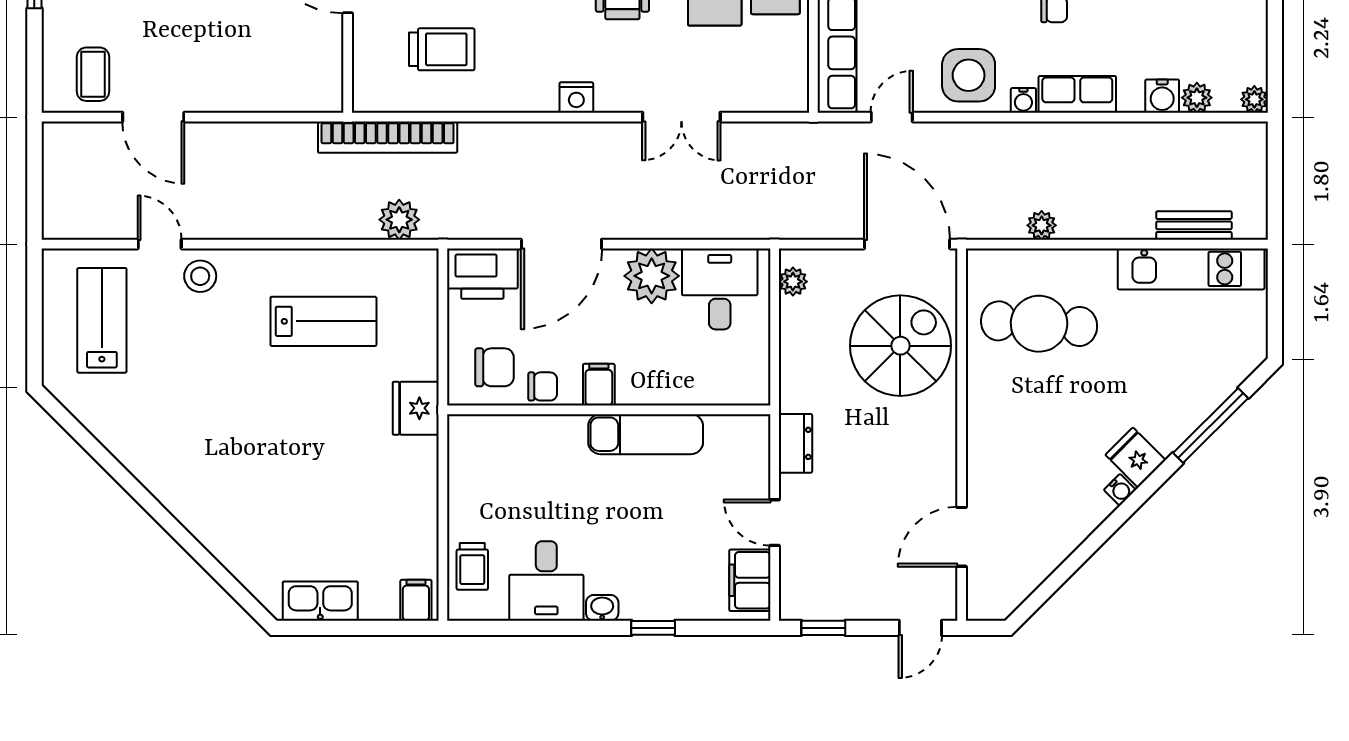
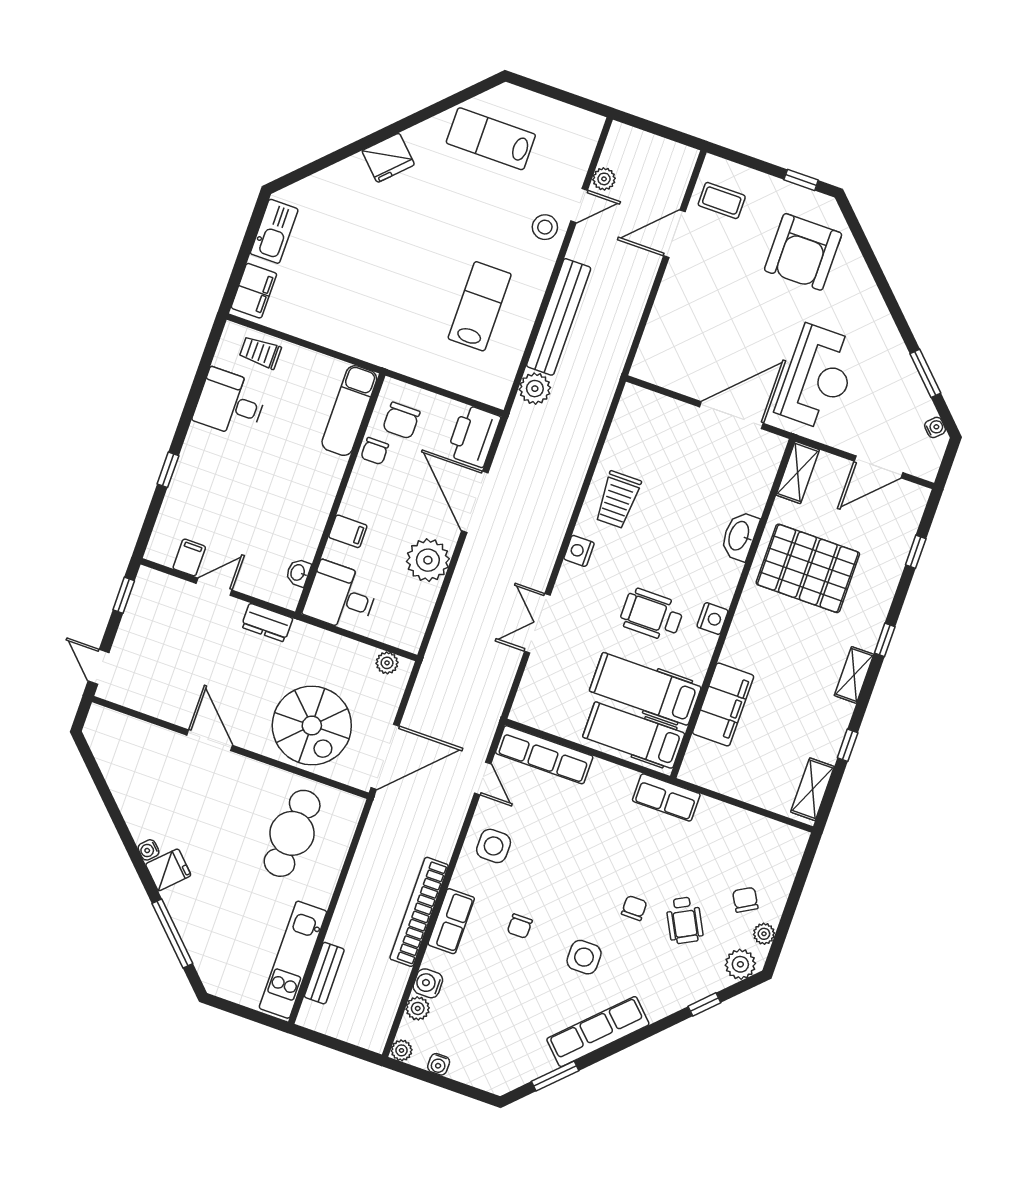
trolley: (442, 49) -> (618, 500), moved
side table: (969, 75) -> (494, 846), width x0.73, depth x0.73
water cooler: (1023, 100) -> (439, 1064), moved, turned -90
bookcase: (388, 137) -> (419, 912), moved
bench: (303, 221) -> (559, 317), added
plant: (1042, 225) -> (604, 179), moved
desk: (720, 289) -> (341, 597), moved, turned 180
lab bench: (102, 320) -> (491, 139), moved, turned 180
lab bench: (323, 321) -> (480, 306), turned 180
filing cabinet: (599, 385) -> (348, 531), moved
fridge: (416, 408) -> (388, 158), moved, turned 135
exam couch: (646, 434) -> (349, 411), moved
door: (962, 537) -> (210, 740), moved
filing cabinet: (750, 580) -> (189, 557), width x0.50
filing cabinet: (416, 600) -> (254, 291), width x2.00
washbasin: (602, 608) -> (298, 573), moved, turned 180

